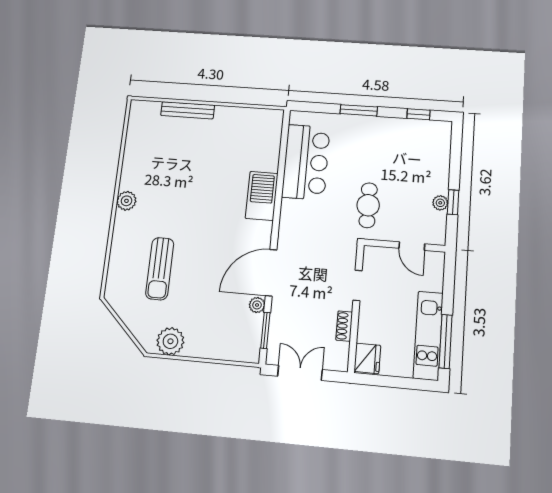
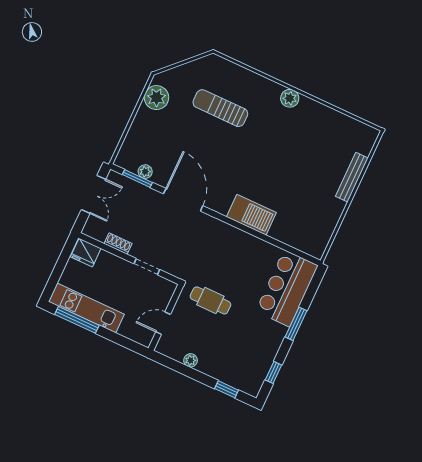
bar counter: (306, 162) -> (287, 288), moved, turned 90
window: (453, 202) -> (227, 389), moved
plant: (257, 305) -> (145, 172), moved

